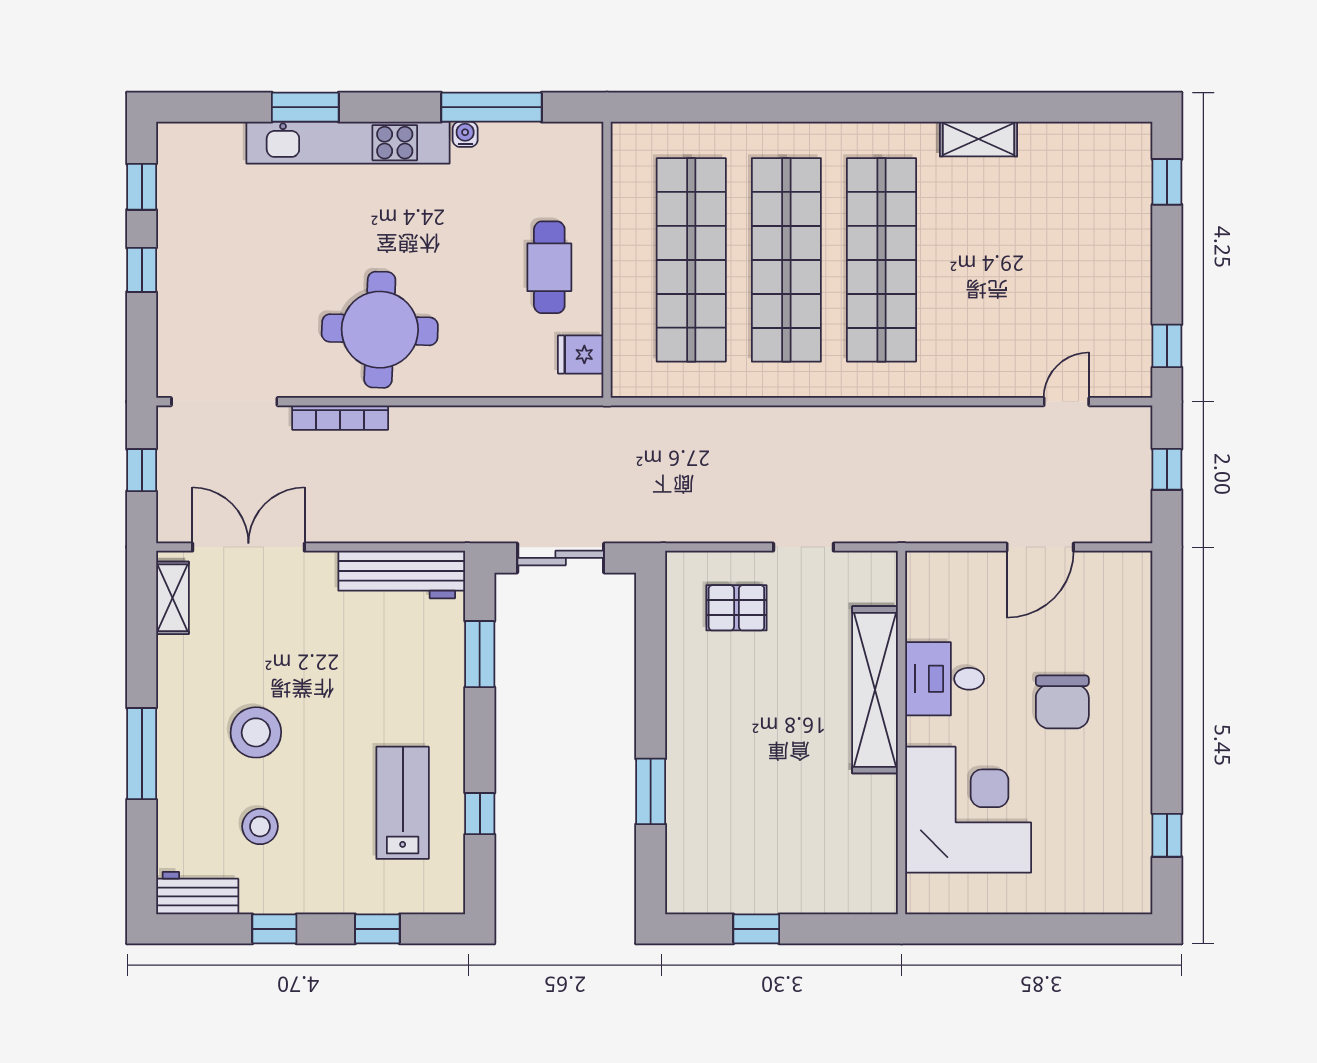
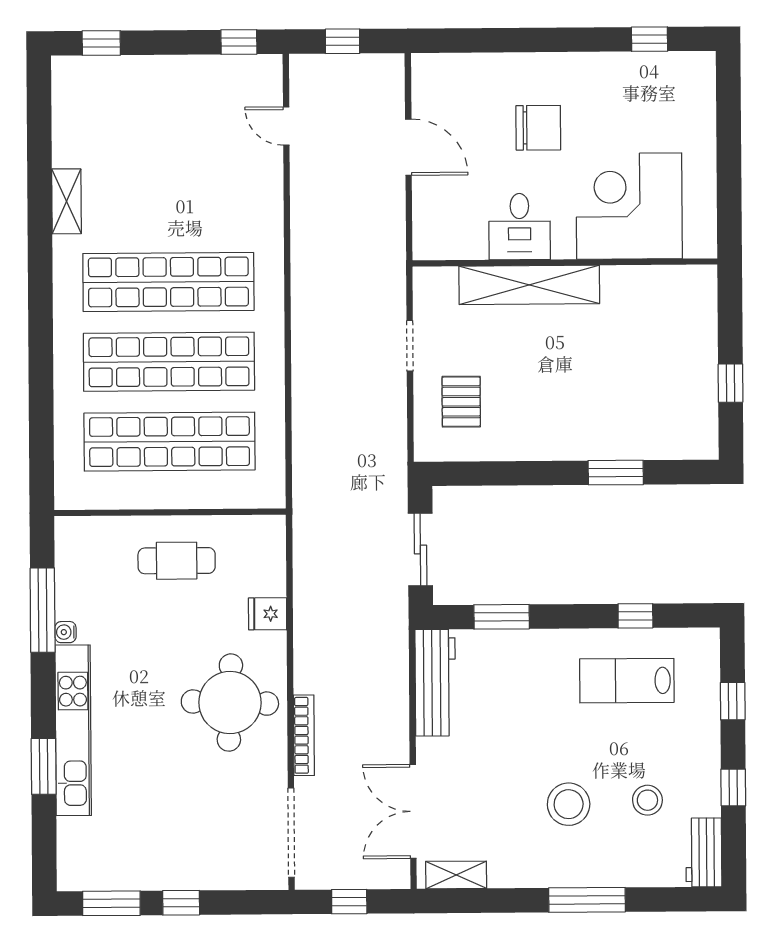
window: (142, 187) -> (111, 903), width x1.50
fridge: (581, 354) -> (268, 614), moved, turned 90

